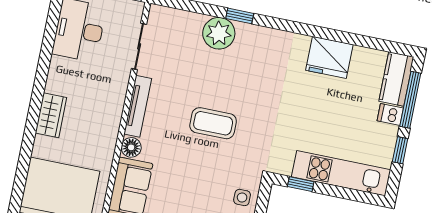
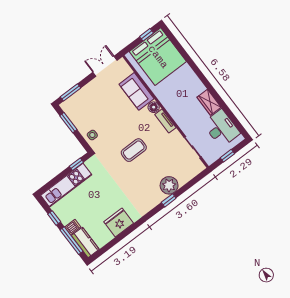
tv unit: (138, 106) -> (165, 121), width x0.71
wardrobe: (51, 115) -> (209, 102), moved

